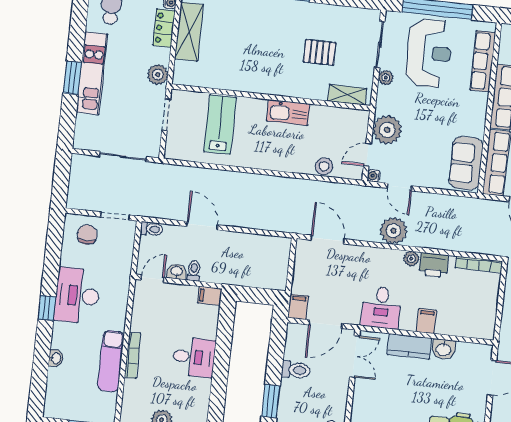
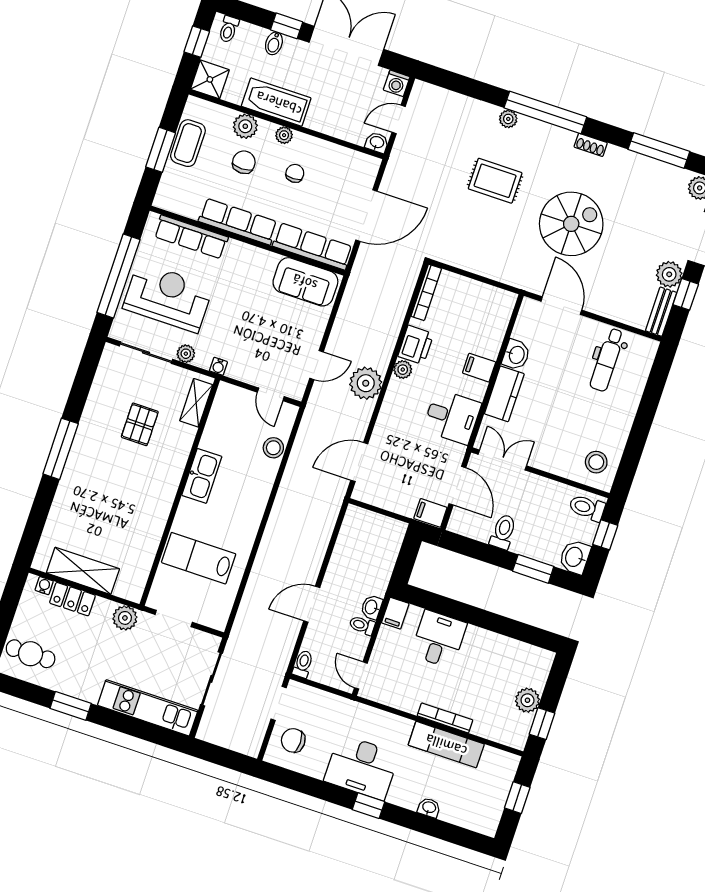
kitchen unit: (92, 73) -> (148, 708), moved
window: (72, 78) -> (71, 706), moved
plant: (387, 130) -> (247, 365), removed
water cooler: (374, 176) -> (218, 366), moved
washbasin: (177, 272) -> (372, 607), moved
desk: (194, 357) -> (439, 639), moved

